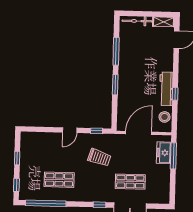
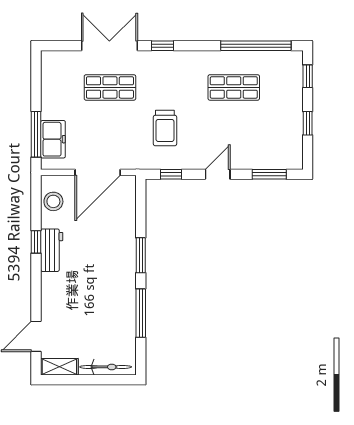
workbench: (166, 89) -> (52, 250), width x0.73
window: (40, 129) -> (269, 174), added
trolley: (99, 157) -> (165, 128), turned -108

